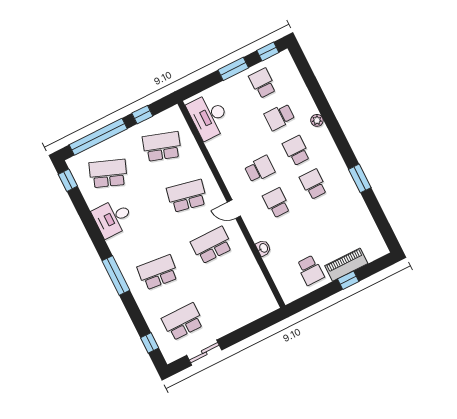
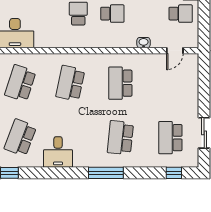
school desk: (277, 203) -> (112, 14), turned 180
door: (234, 209) -> (175, 51), moved

